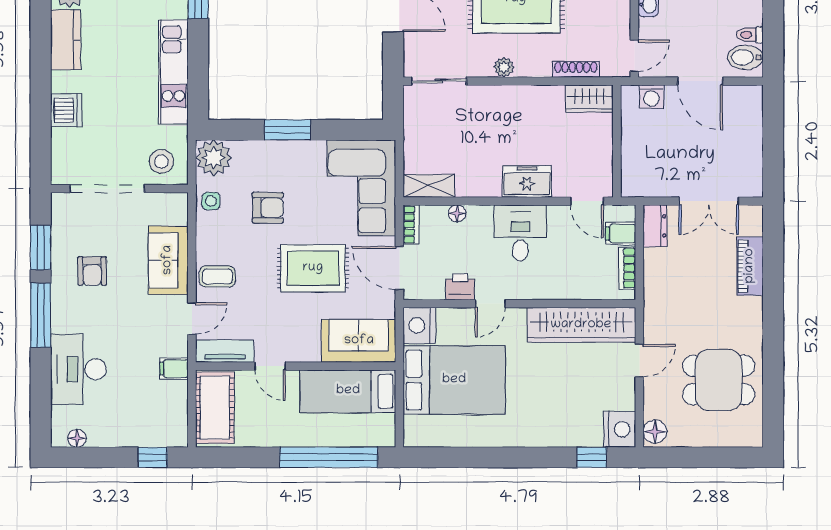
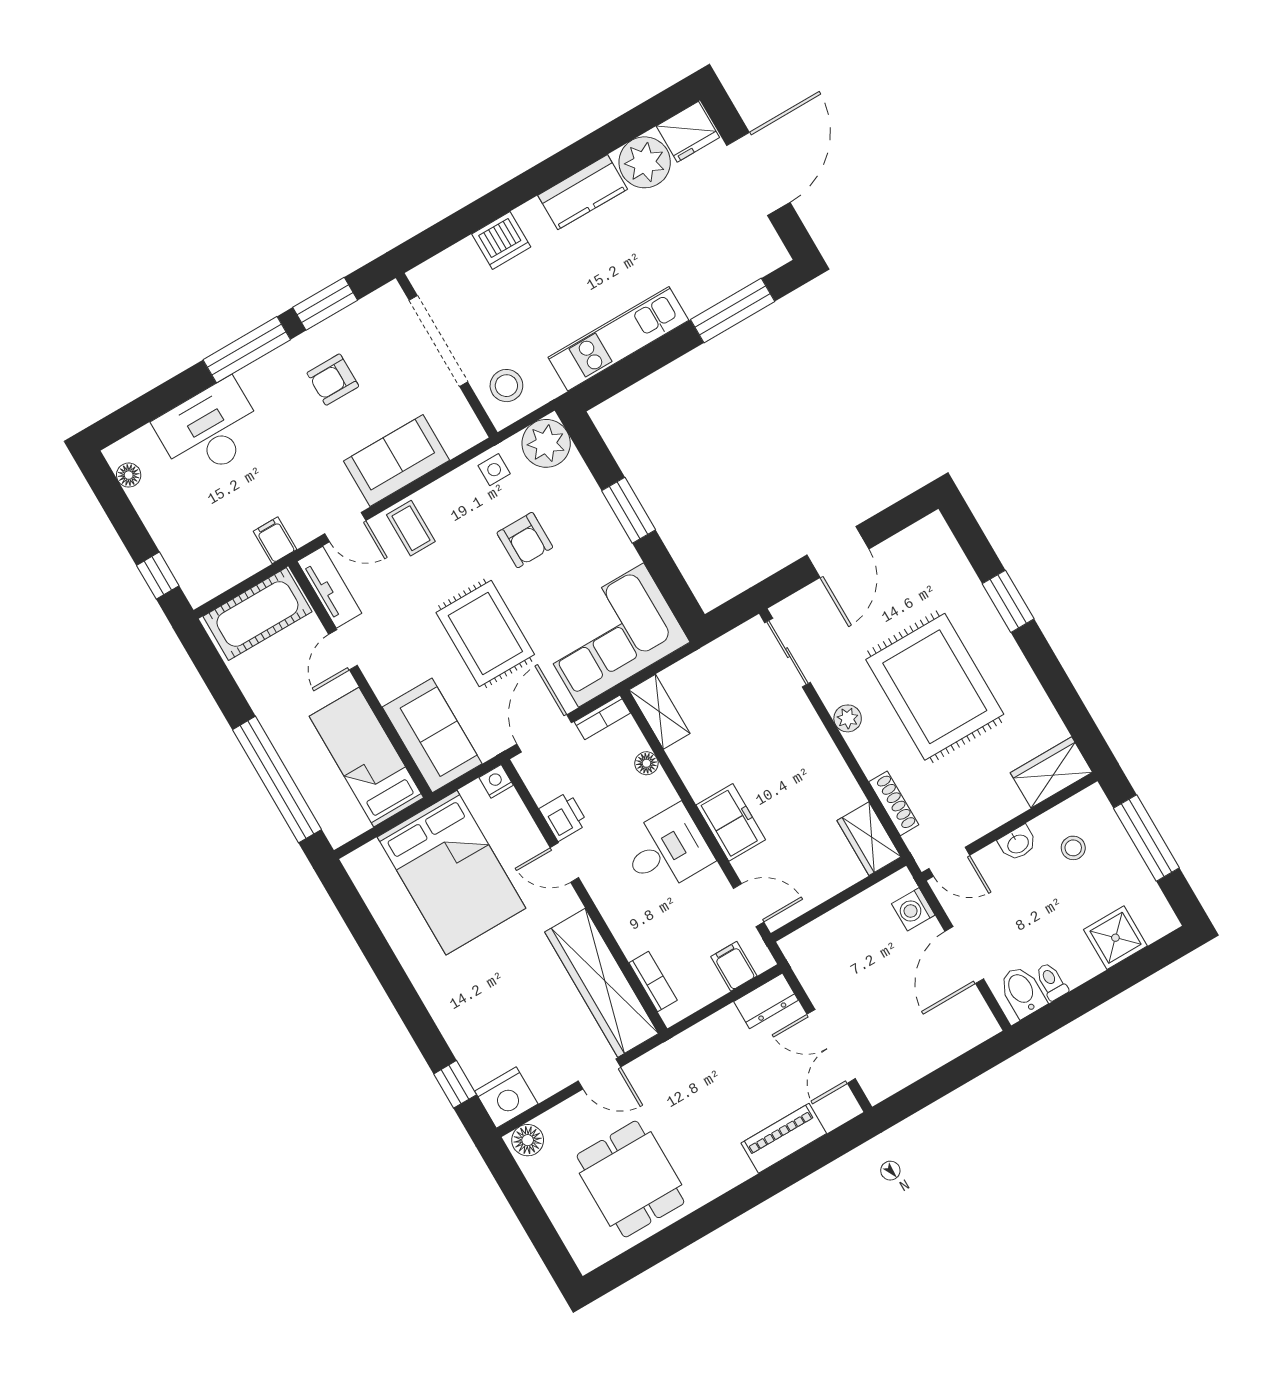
door: (587, 201) -> (749, 905), swing flipped
bookcase: (627, 268) -> (653, 982), moved, turned 90
nightstand: (419, 325) -> (496, 781), width x0.53, depth x0.56

